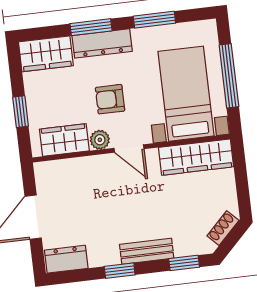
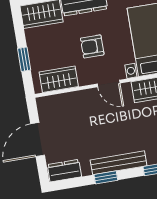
plant: (100, 140) -> (86, 78), removed
bench: (147, 251) -> (119, 163), width x1.36

